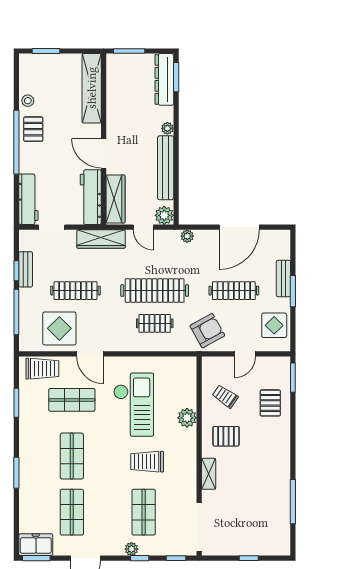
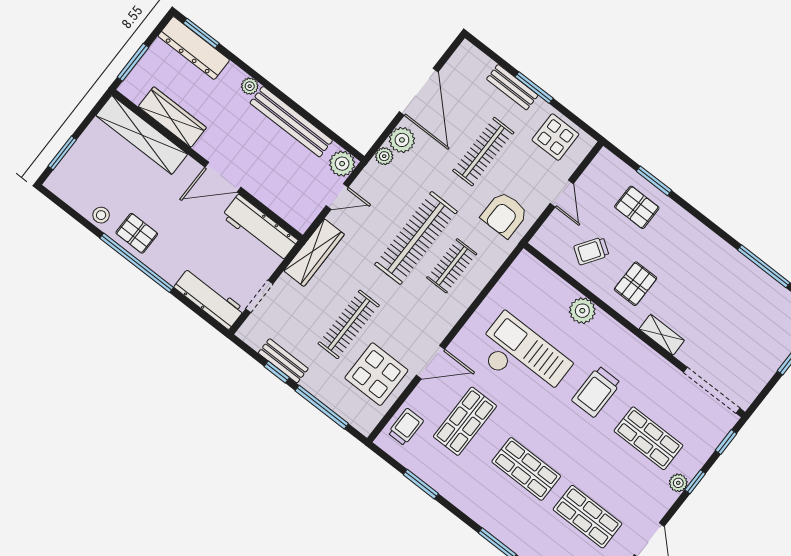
wardrobe: (115, 199) -> (172, 117), moved
plant: (204, 239) -> (402, 140), added
armchair: (207, 331) -> (504, 215), turned -151
trolley: (42, 369) -> (406, 427), width x0.73, depth x0.72
window: (293, 378) -> (654, 181), moved

